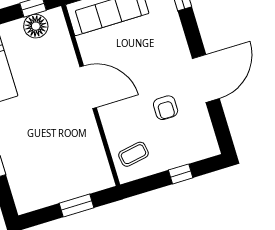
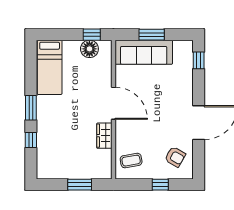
armchair: (166, 108) -> (175, 157), moved, turned -60
wardrobe: (89, 133) -> (104, 136), added

